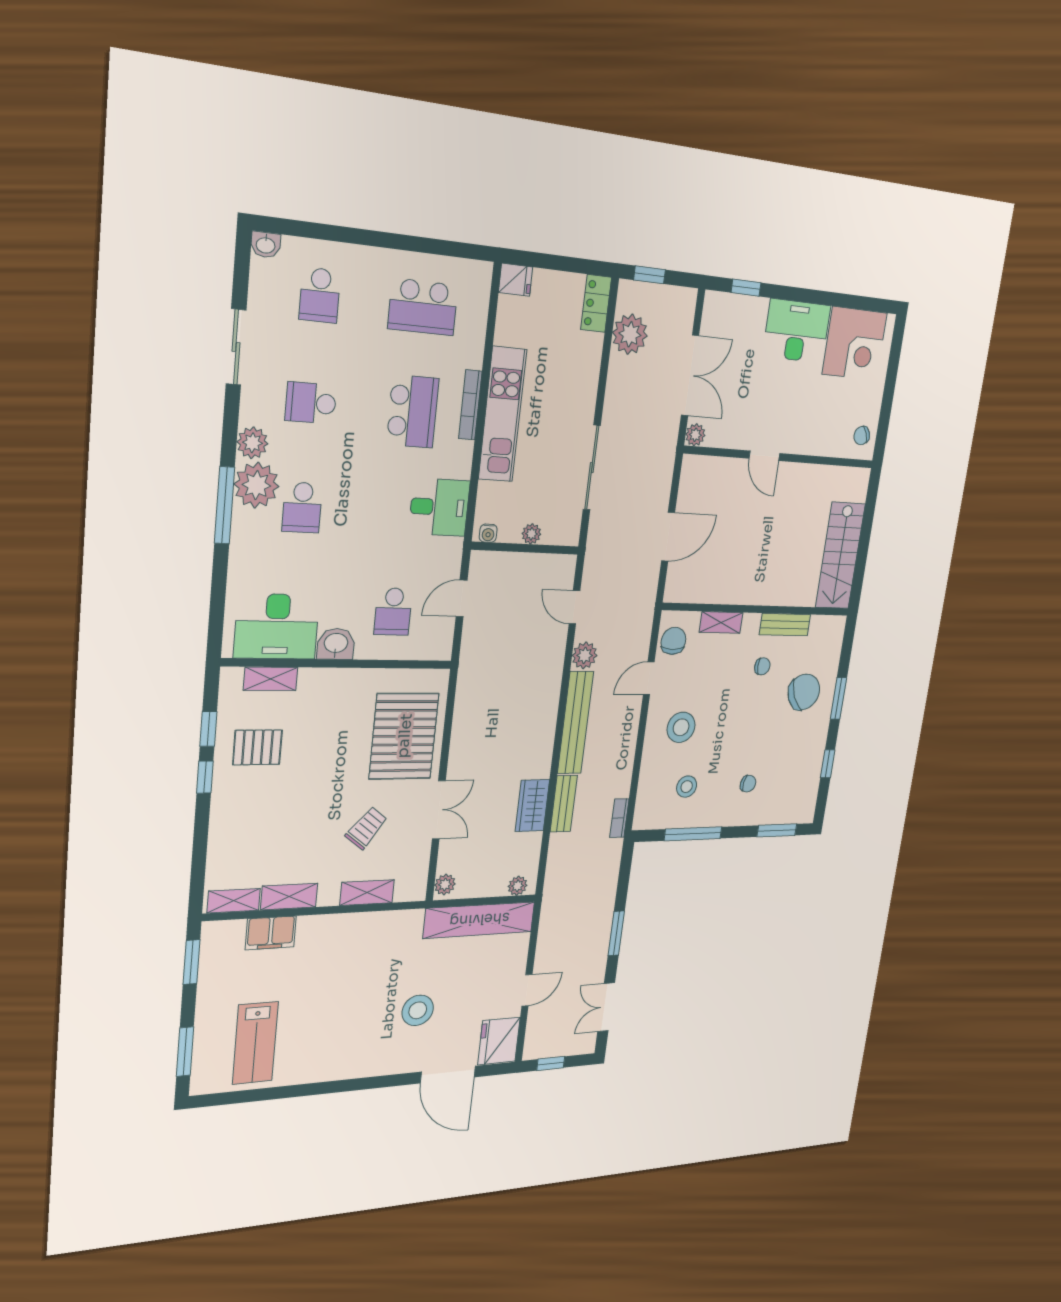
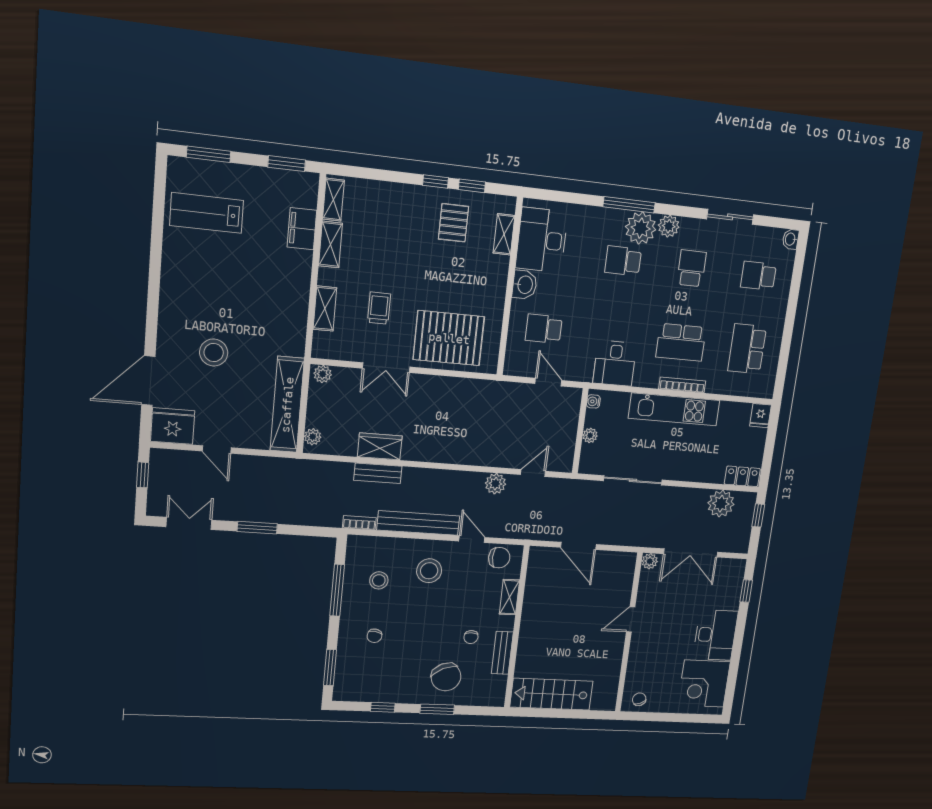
bench: (575, 723) -> (418, 523), moved
trolley: (366, 828) -> (379, 308), turned -128

